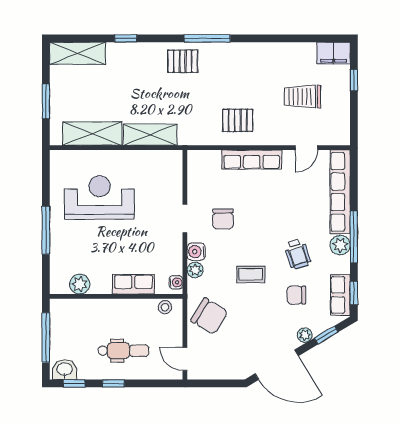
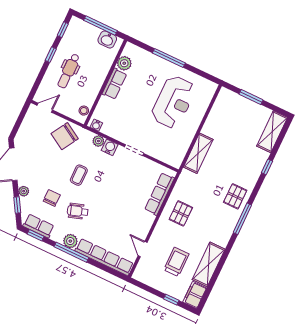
shelving: (92, 134) -> (209, 264), moved
row of seats: (252, 160) -> (160, 194), moved
chair: (223, 219) -> (122, 174), removed
row of seats: (133, 284) -> (114, 84), moved
washbasin: (65, 370) -> (107, 39), moved, turned 90

